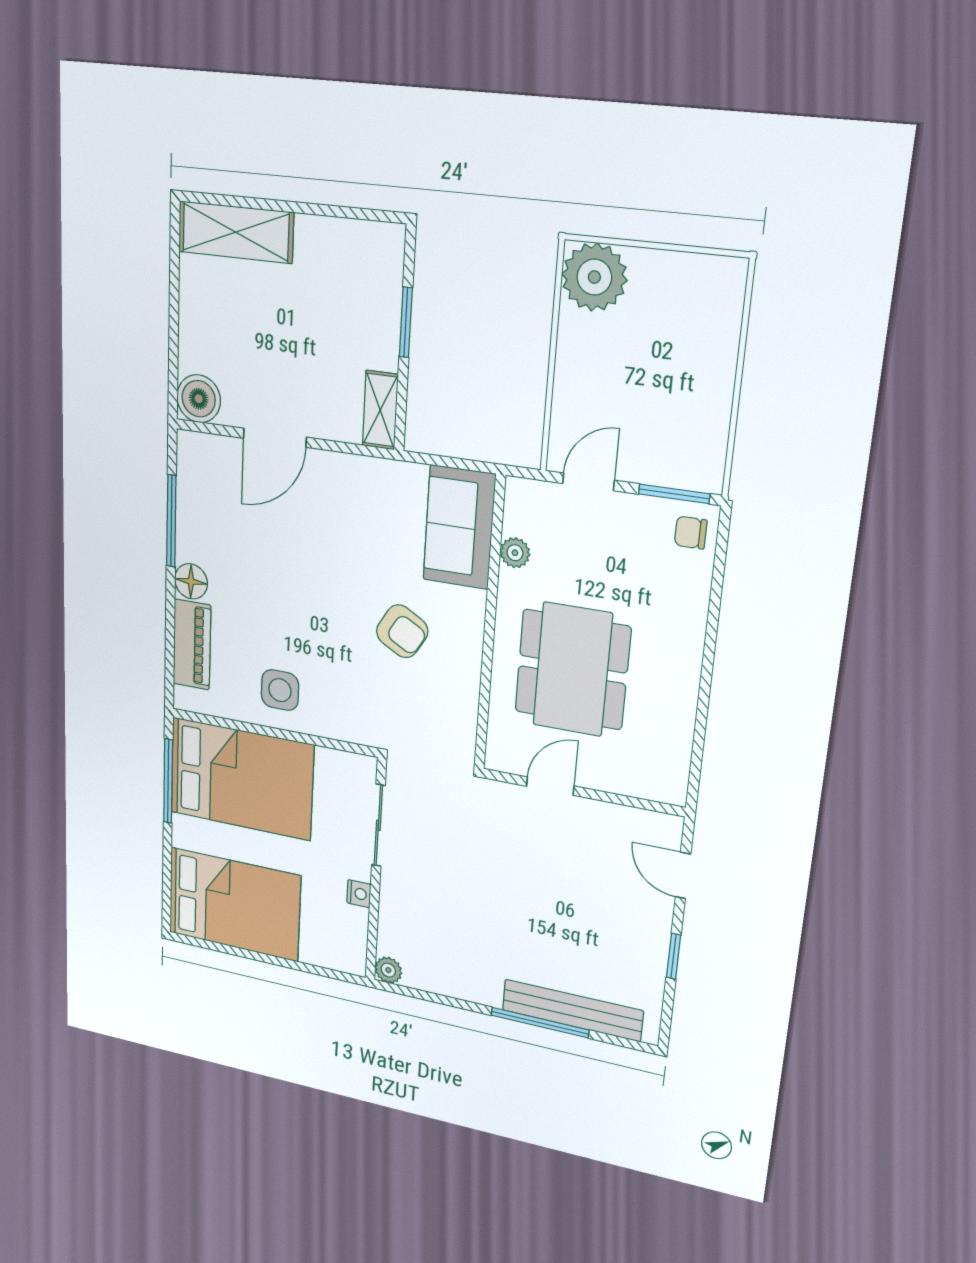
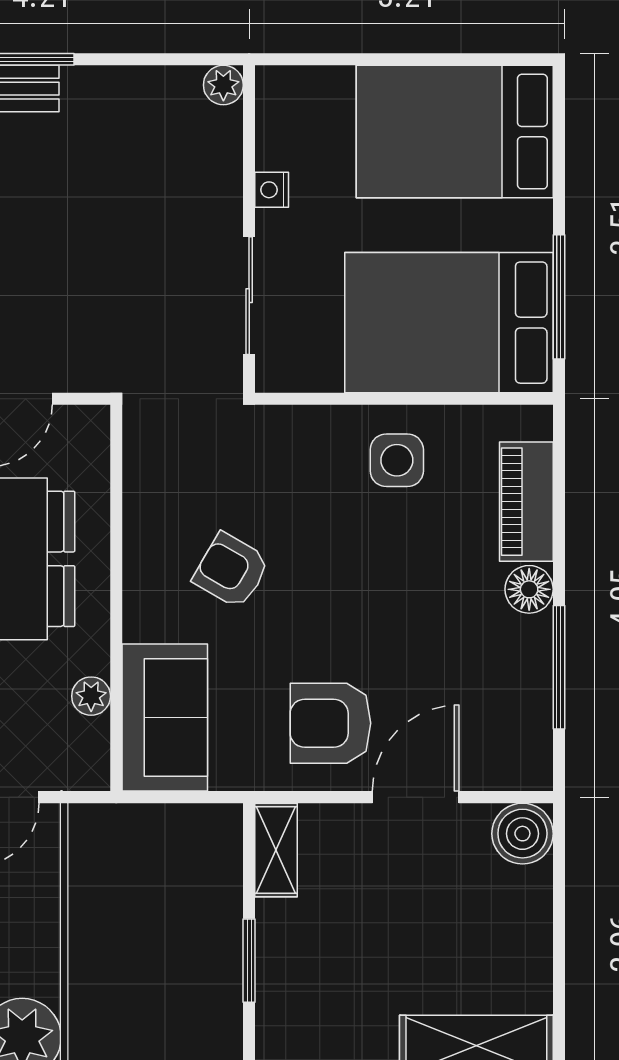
armchair: (335, 504) -> (330, 723), added

